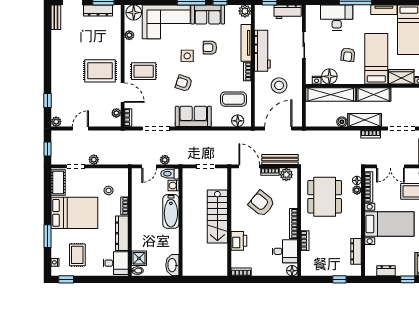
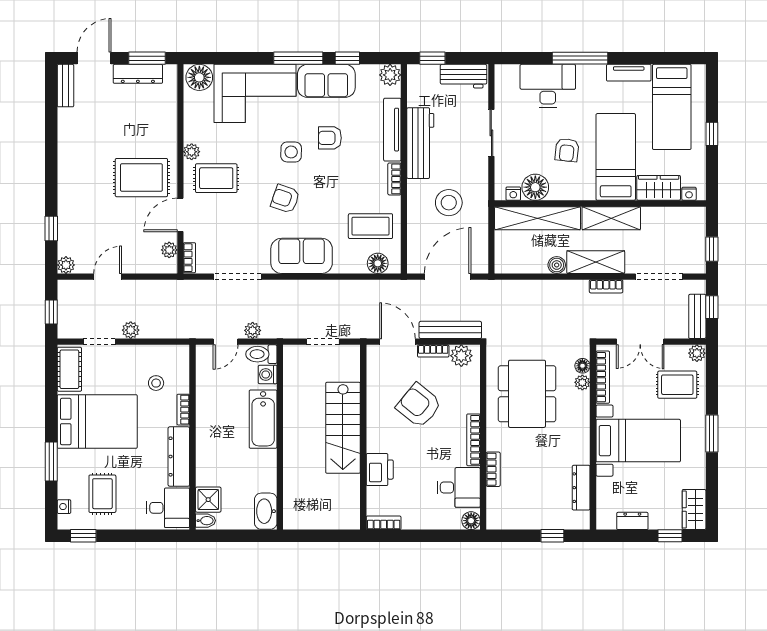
plant: (129, 35) -> (192, 152), moved
door: (123, 93) -> (180, 215), swing flipped

